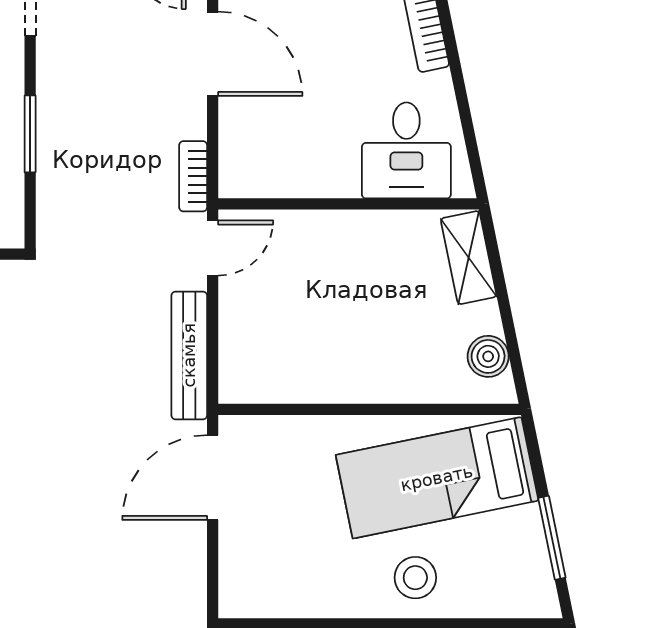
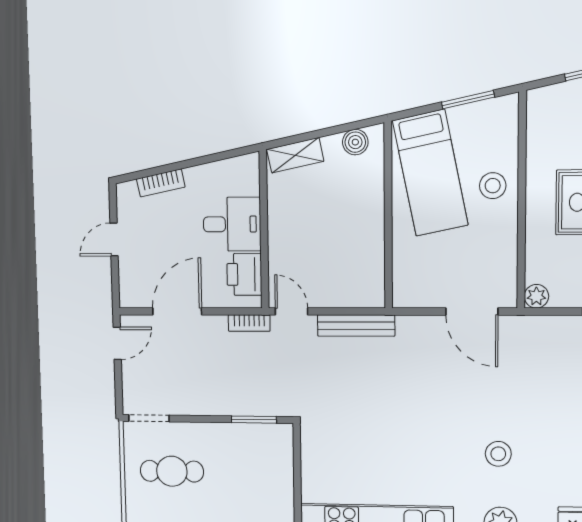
window: (30, 134) -> (254, 420), moved
desk: (406, 150) -> (232, 224), moved
printer: (274, 170) -> (244, 274), added
door: (213, 478) -> (472, 311), moved

